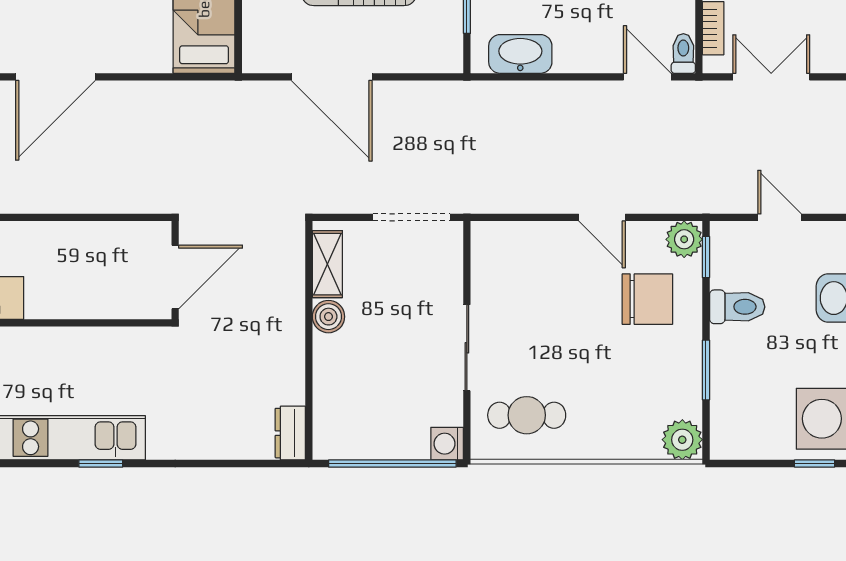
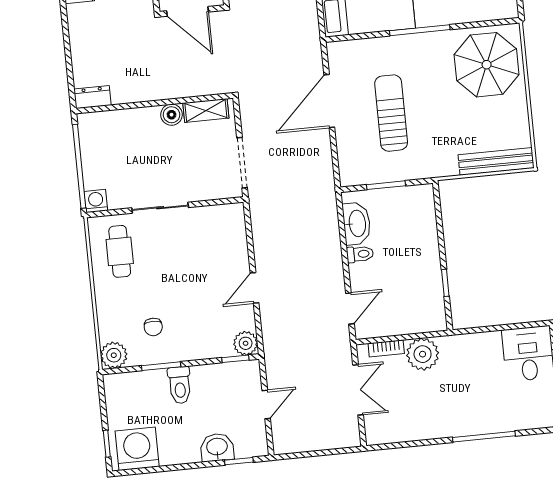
toilet: (683, 54) -> (360, 254), moved
chair: (647, 299) -> (153, 327), moved, width x0.54, depth x0.54
toilet: (737, 307) -> (180, 385), moved

